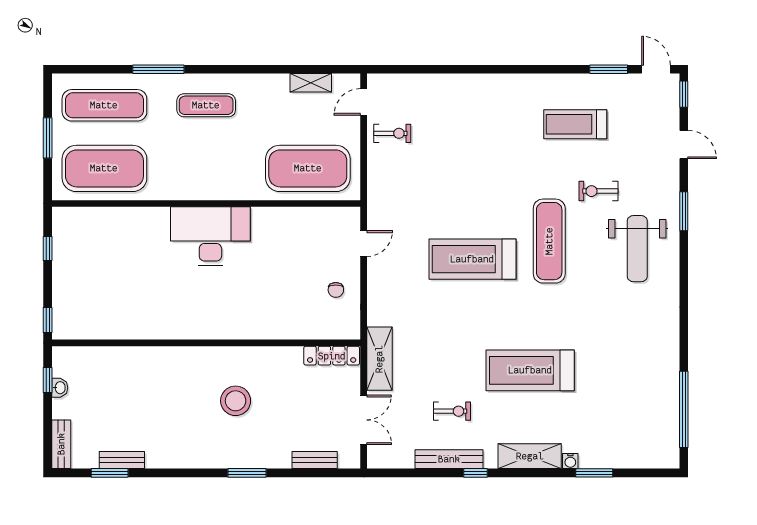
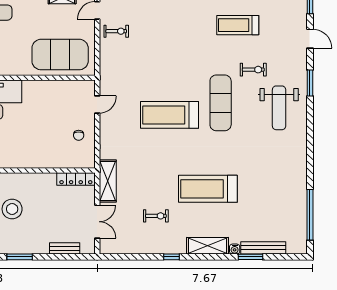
exercise bike: (598, 191) -> (253, 70), turned 180
bench: (449, 459) -> (263, 248), moved

